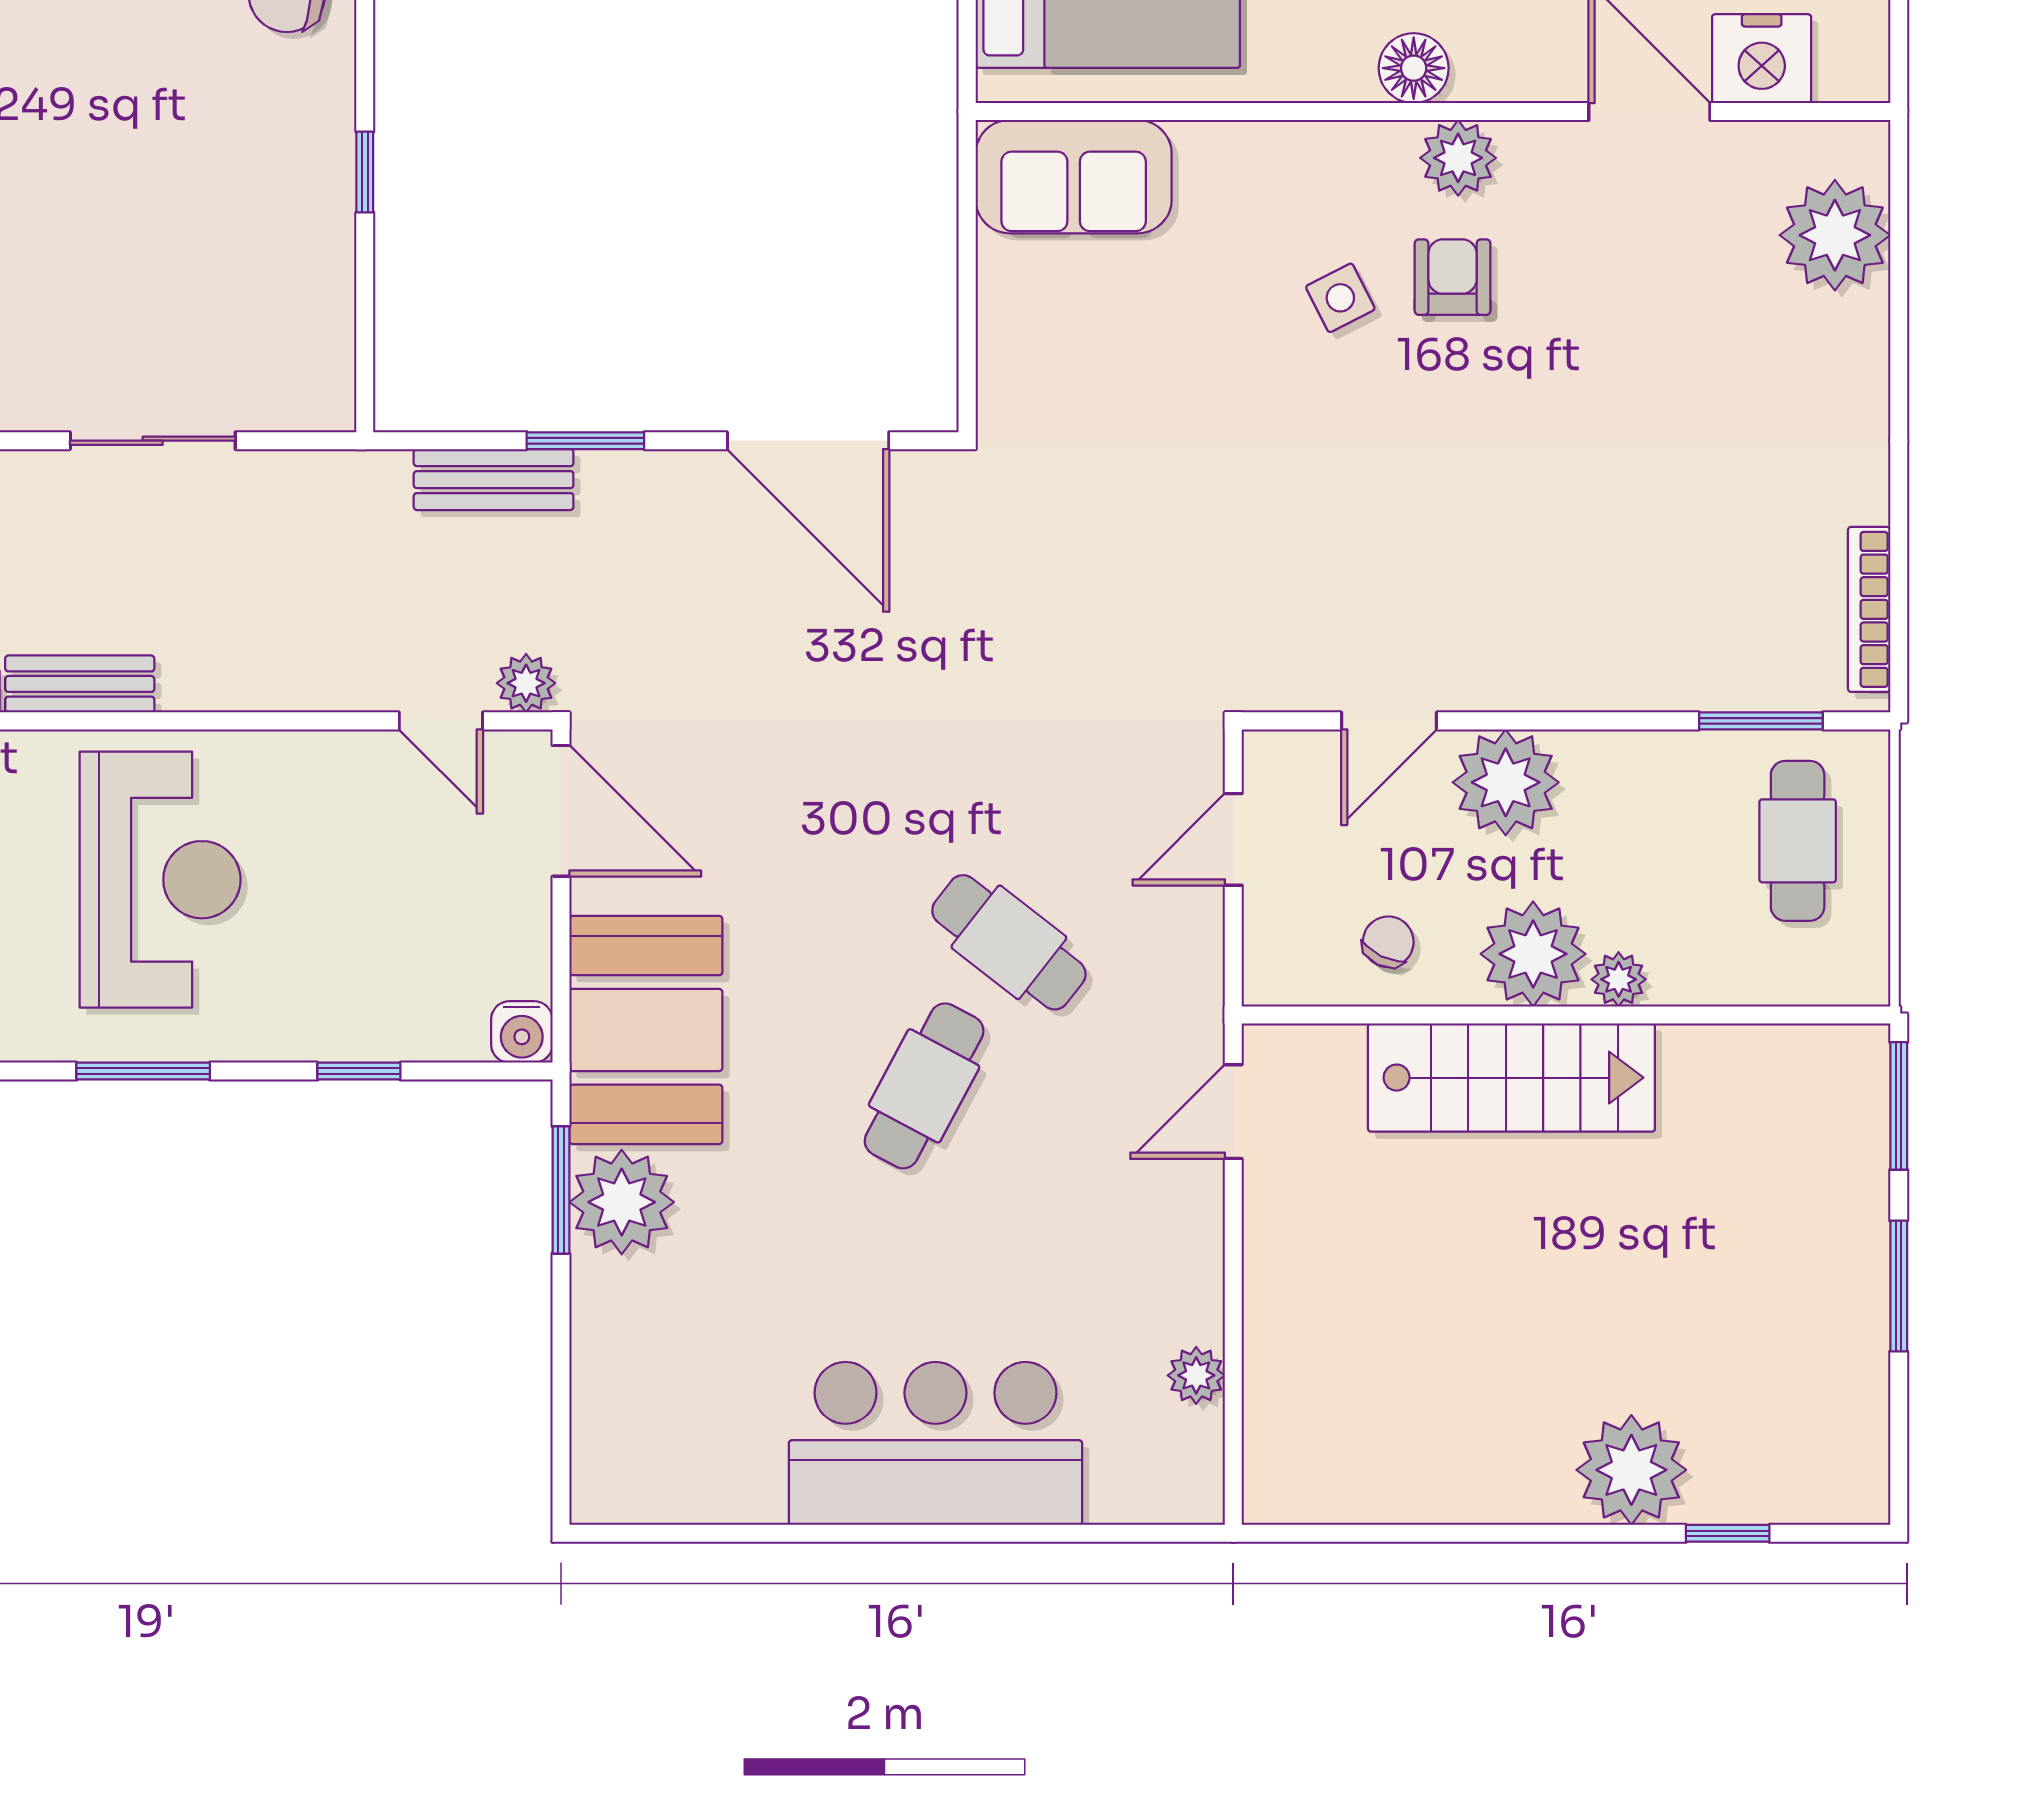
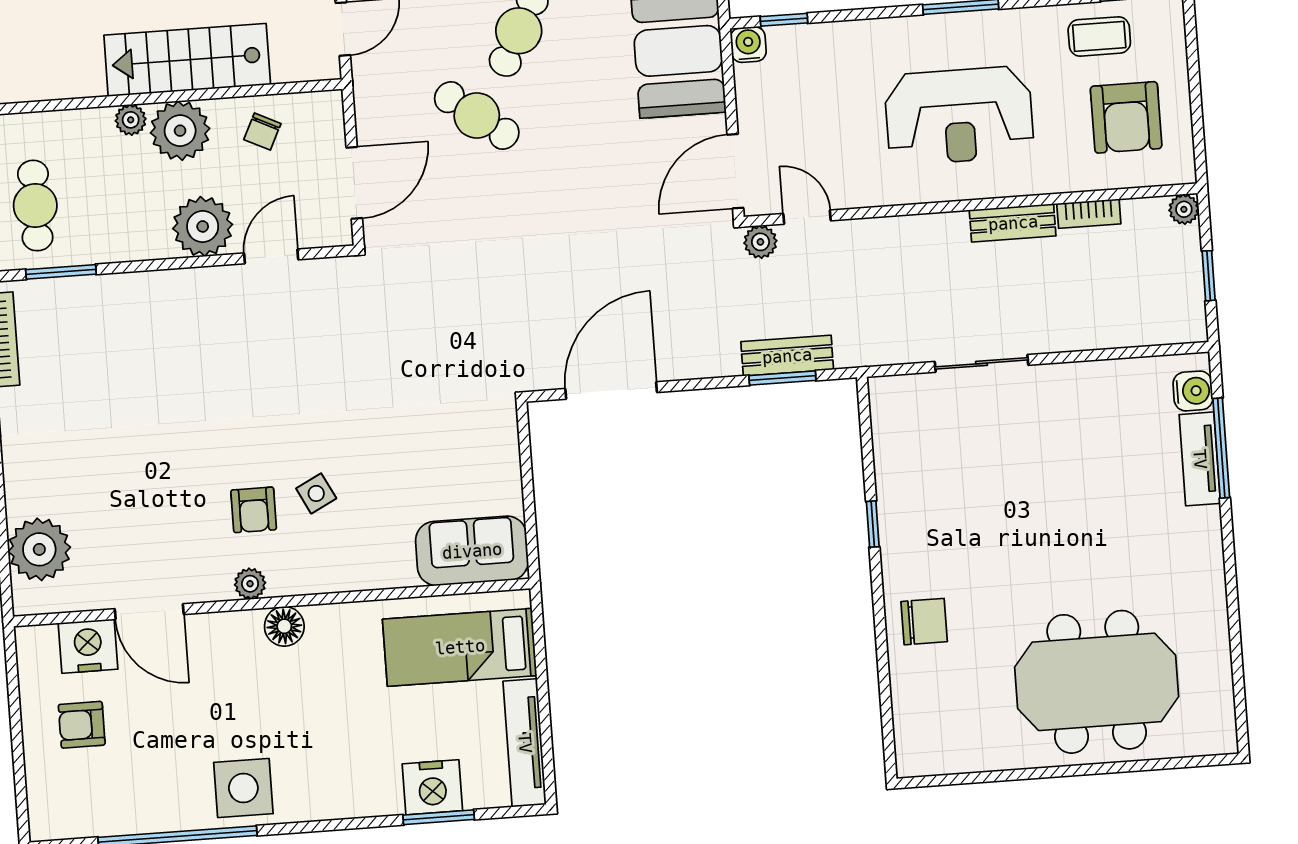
plant: (1458, 158) -> (250, 584), width x0.73, depth x0.73
window: (585, 441) -> (782, 378), moved
door: (808, 441) -> (611, 391), hinge flipped
door: (561, 811) -> (735, 171), hinge flipped
door: (1233, 839) -> (354, 183), width x1.38
reception desk: (160, 880) -> (959, 116), turned -90
window: (359, 1071) -> (784, 20), moved

